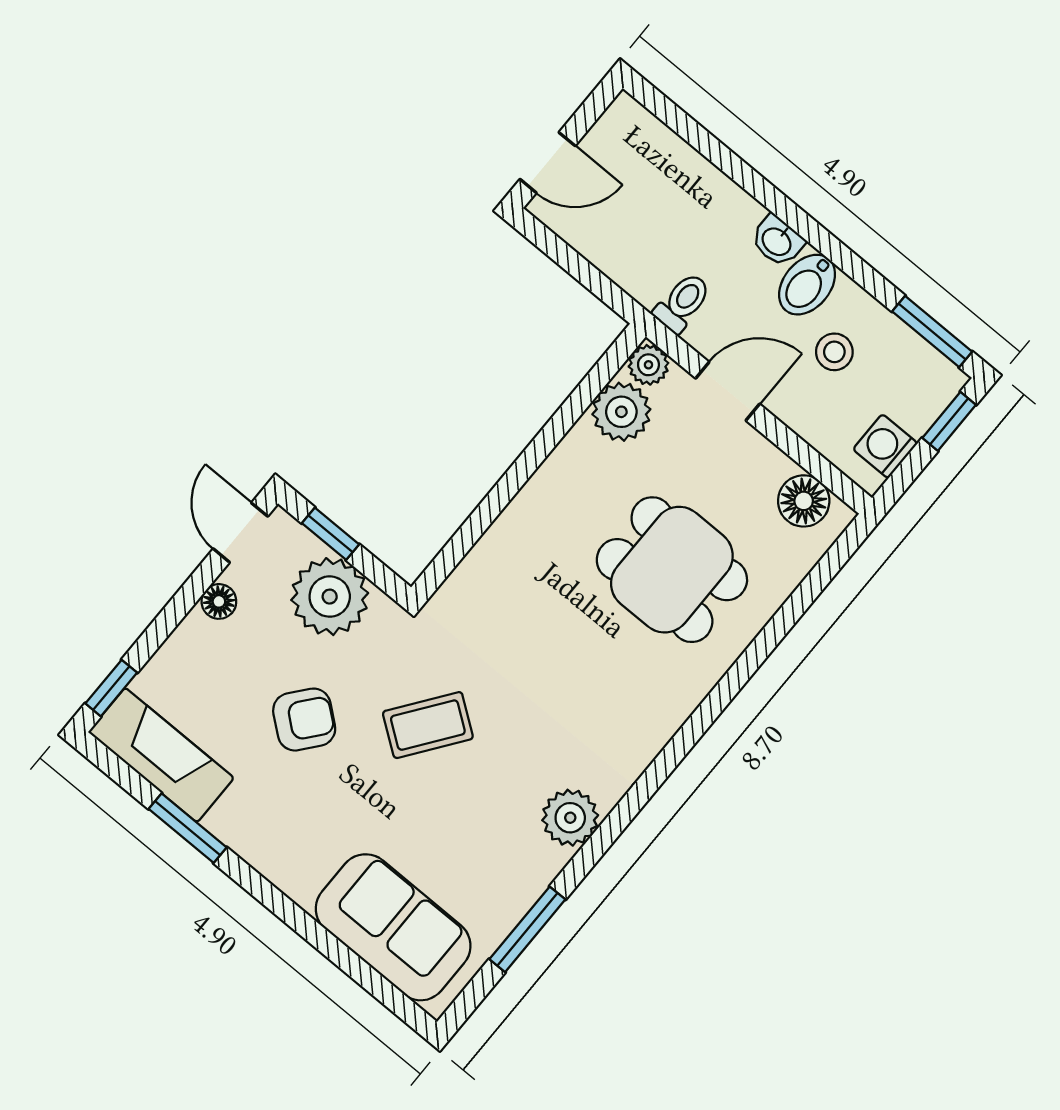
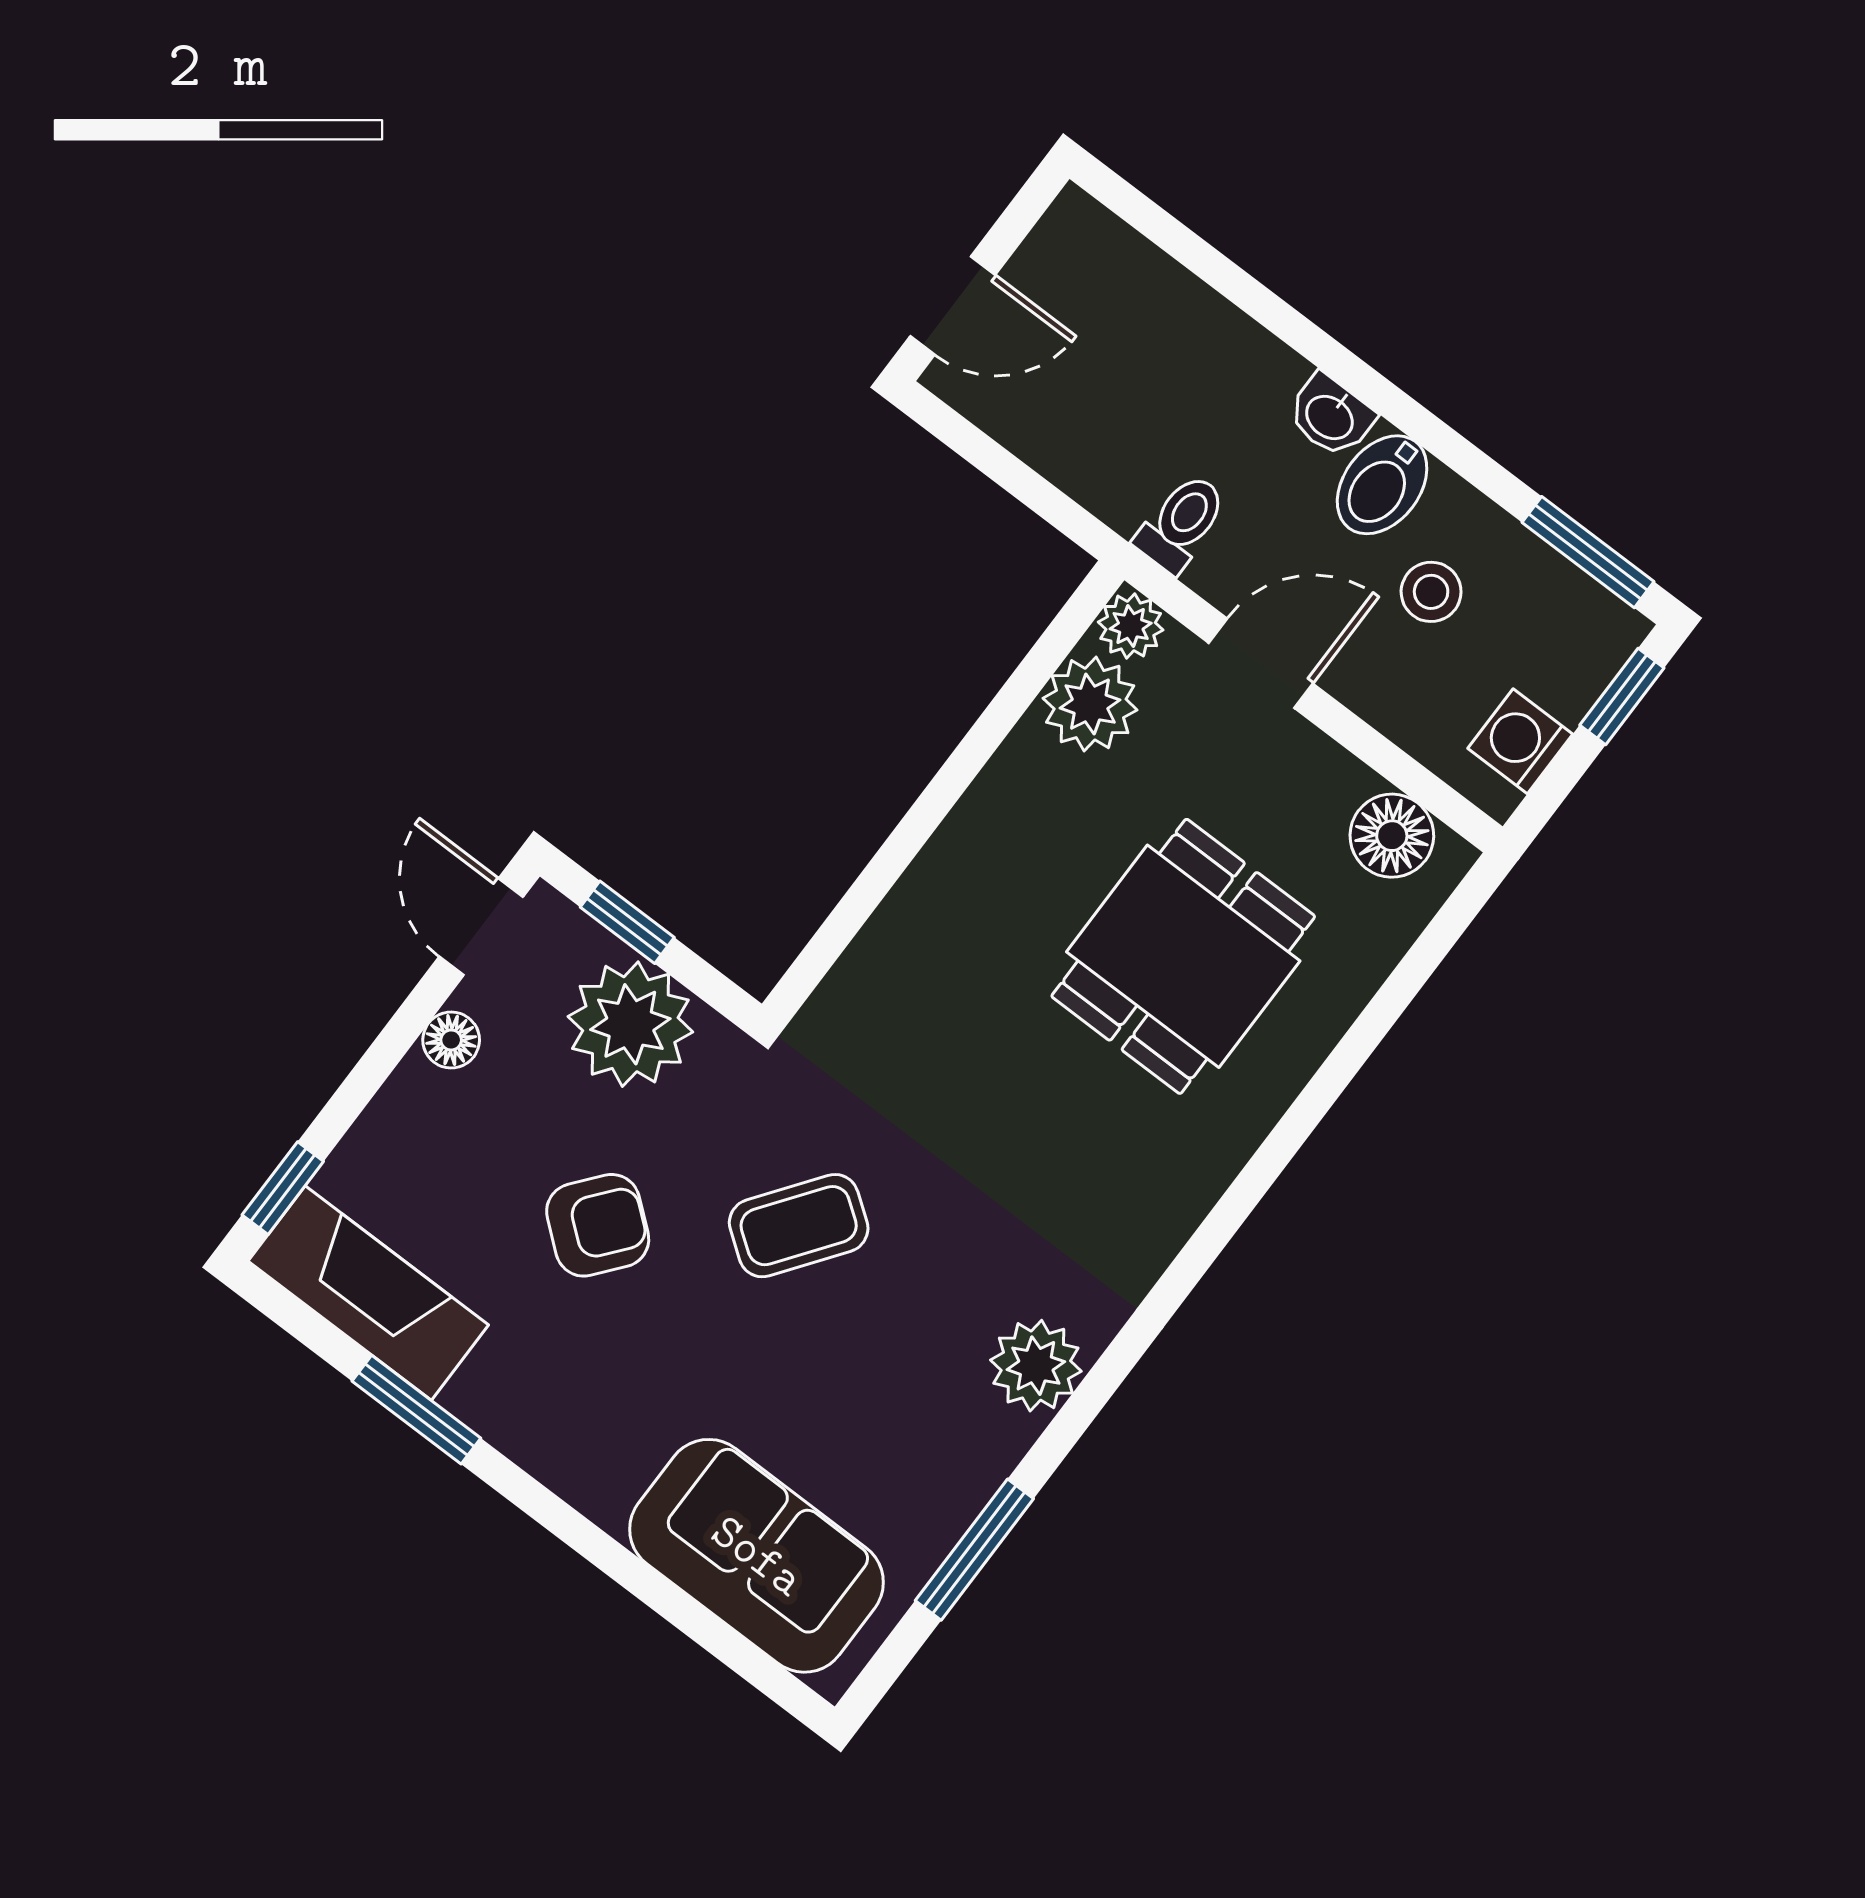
dining table: (672, 570) -> (1183, 956), turned 90

